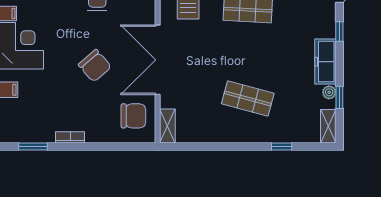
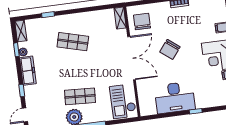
chair: (95, 66) -> (170, 49), turned -101
chair: (133, 116) -> (142, 22), turned 90

